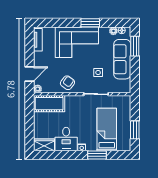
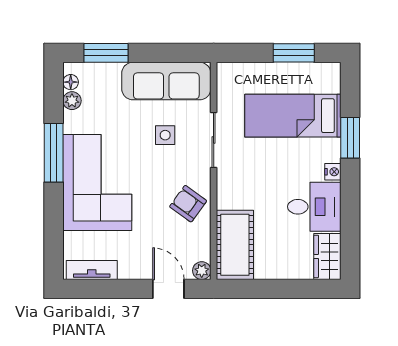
window: (90, 23) -> (54, 153), width x1.44
sofa: (122, 59) -> (166, 81), moved

